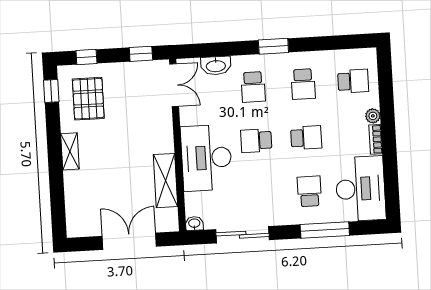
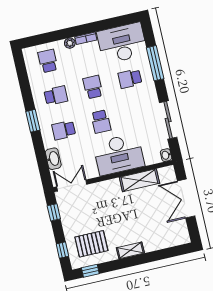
school desk: (253, 87) -> (64, 130), turned 180

